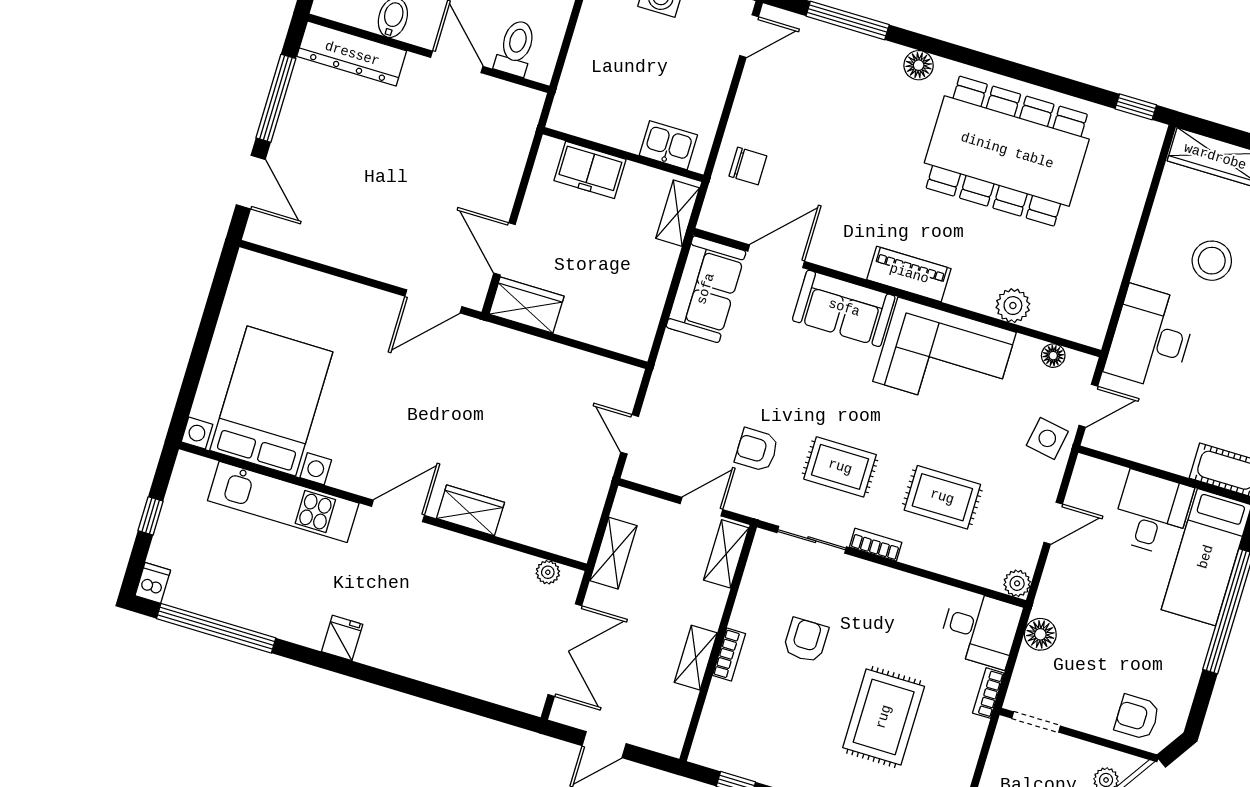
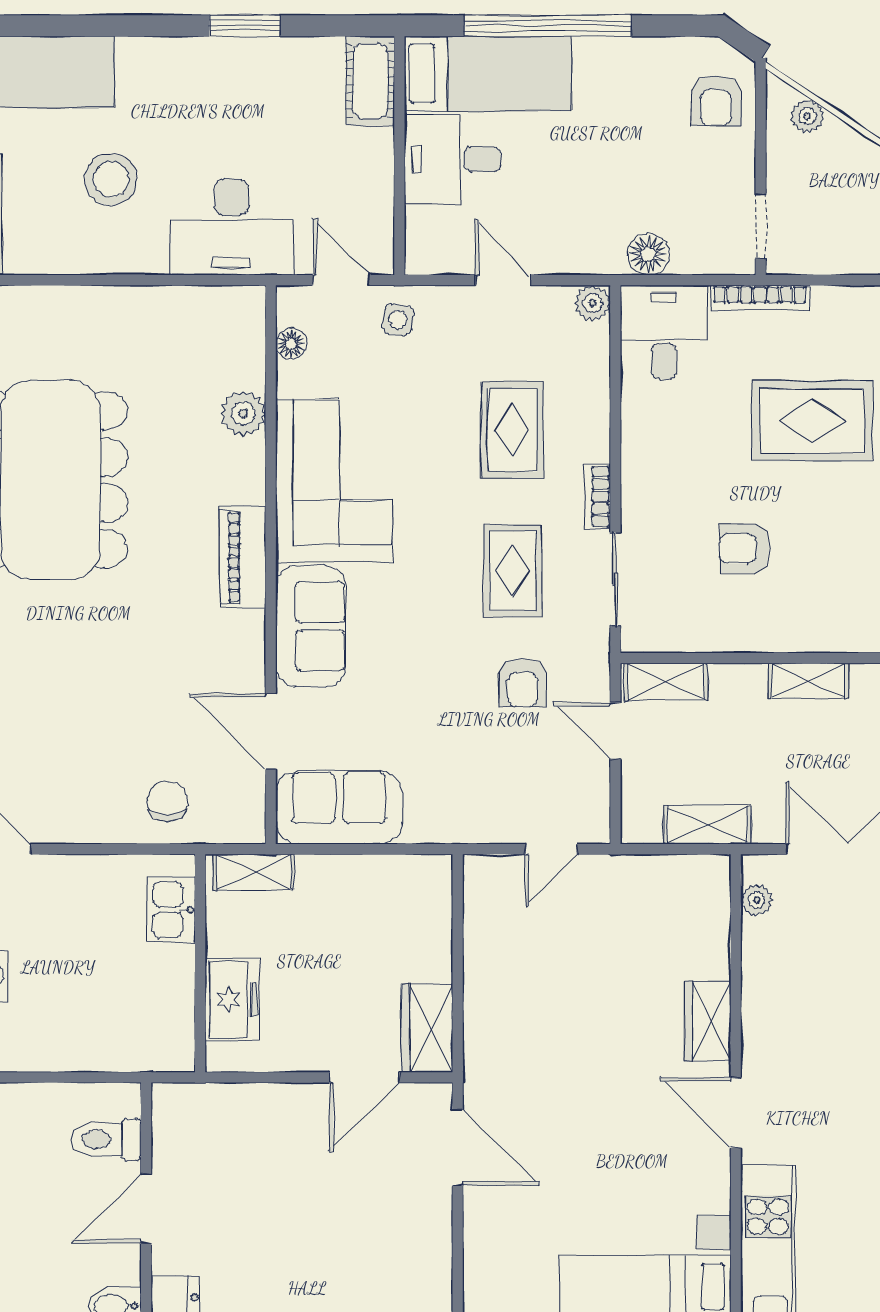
side table: (1047, 438) -> (398, 320), width x0.73, depth x0.73
bookcase: (729, 655) -> (792, 640), removed
bookcase: (988, 693) -> (760, 298), width x1.56

